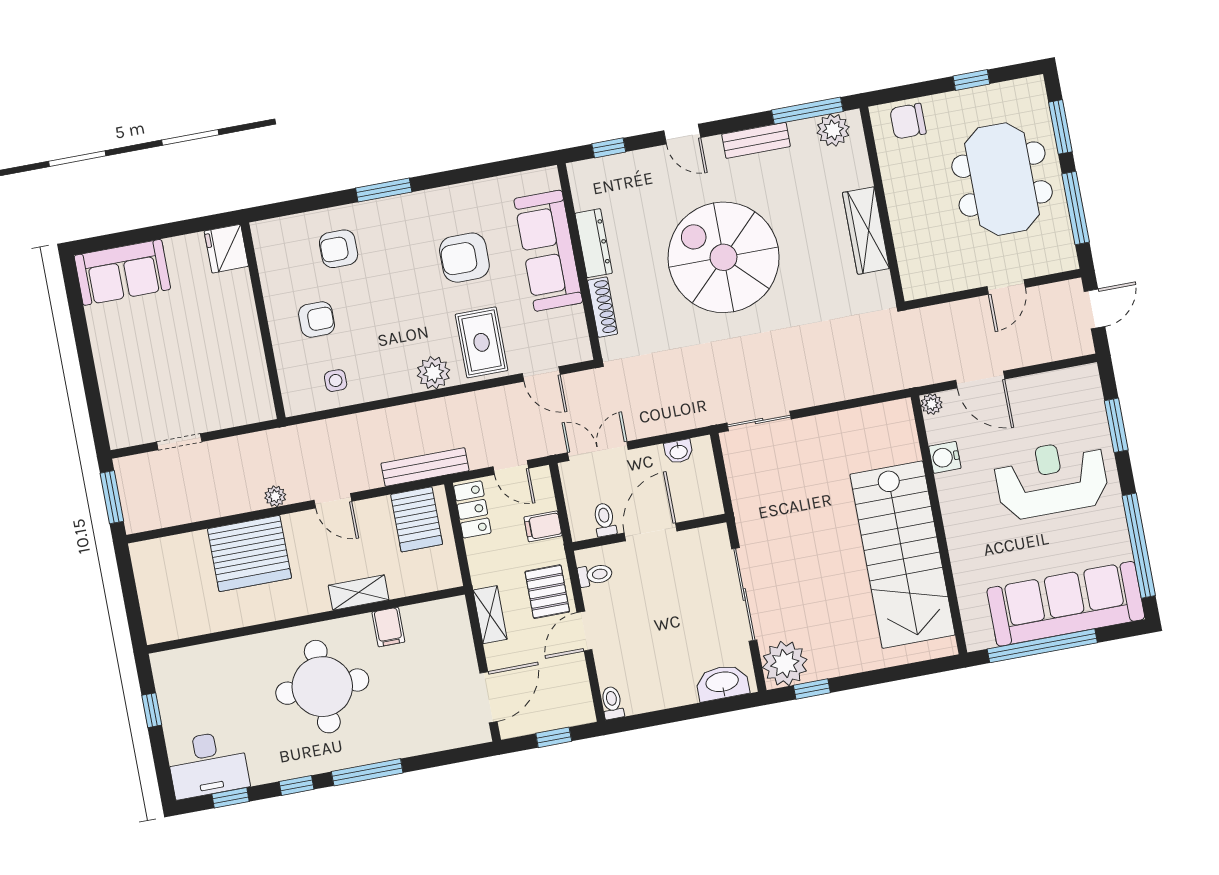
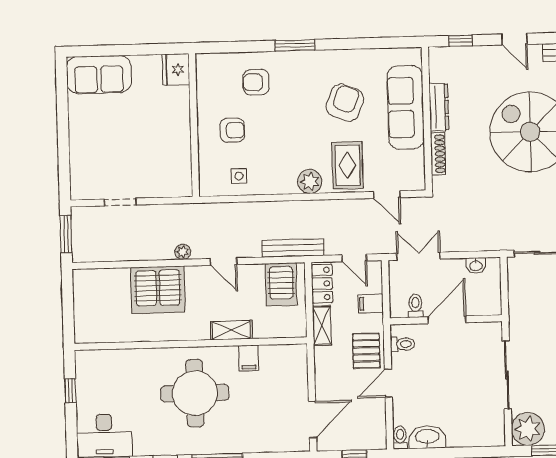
armchair: (464, 258) -> (345, 103), turned 111
shelving: (490, 615) -> (322, 326), moved
washbasin: (722, 683) -> (427, 437), moved

